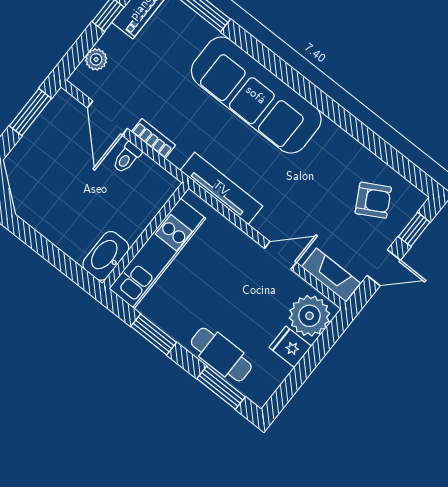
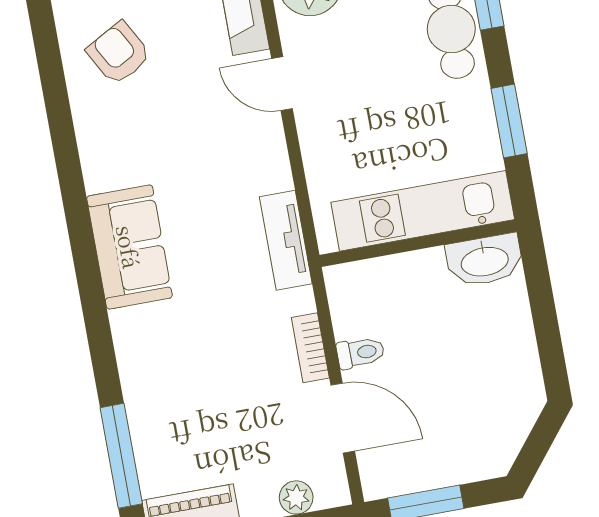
sofa: (256, 95) -> (129, 247), width x0.54, depth x0.79
door: (107, 118) -> (343, 418), hinge flipped
tv unit: (221, 188) -> (286, 240), width x0.71

